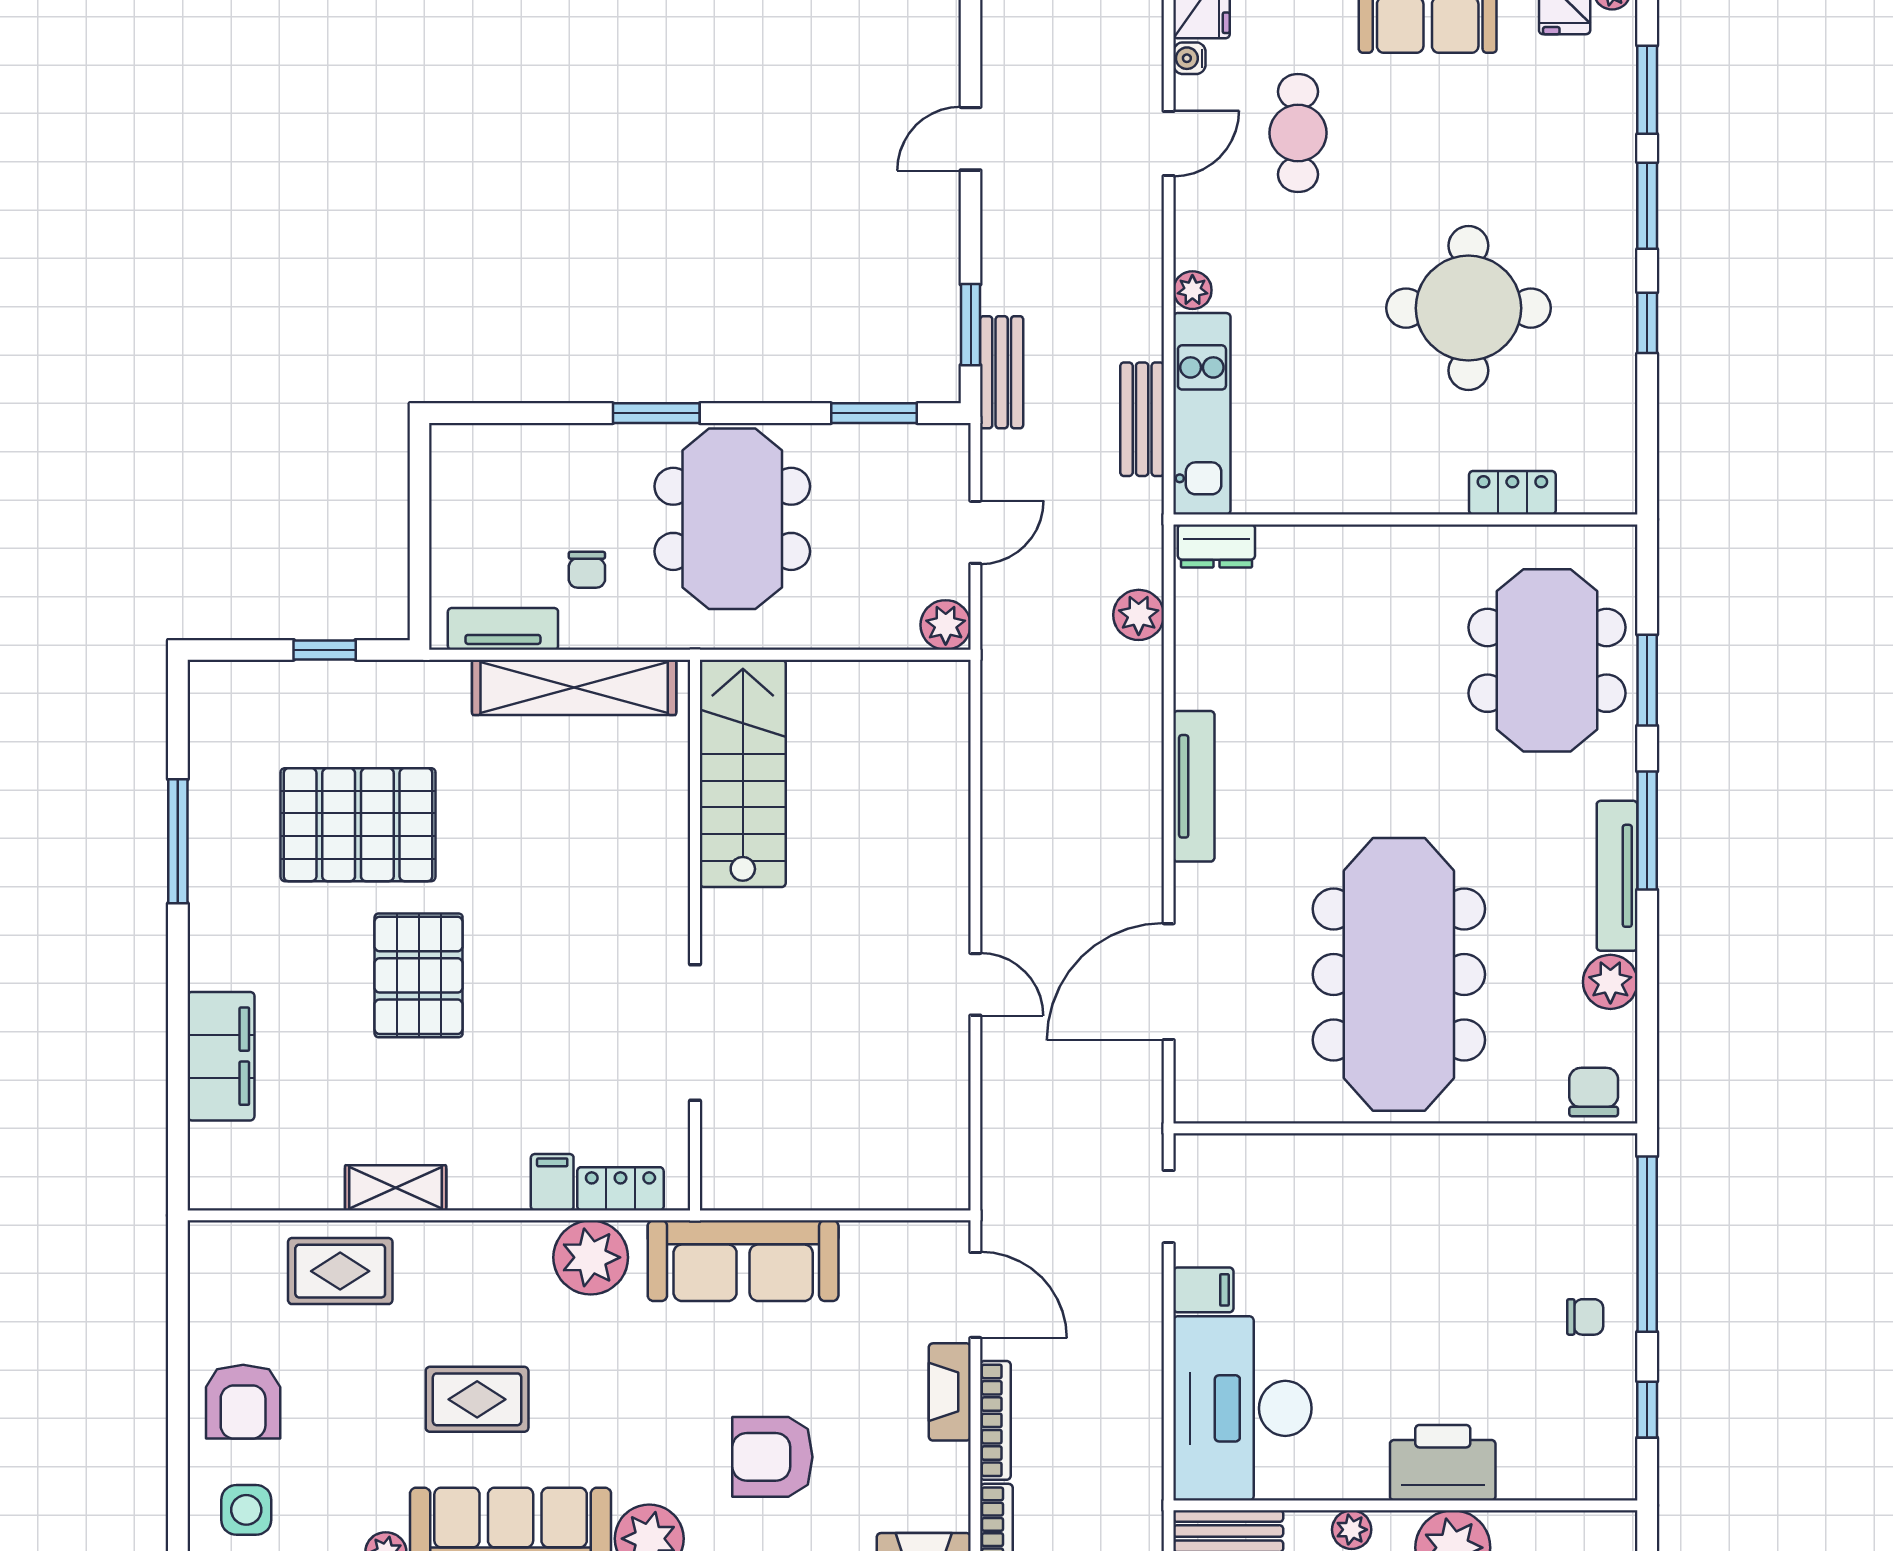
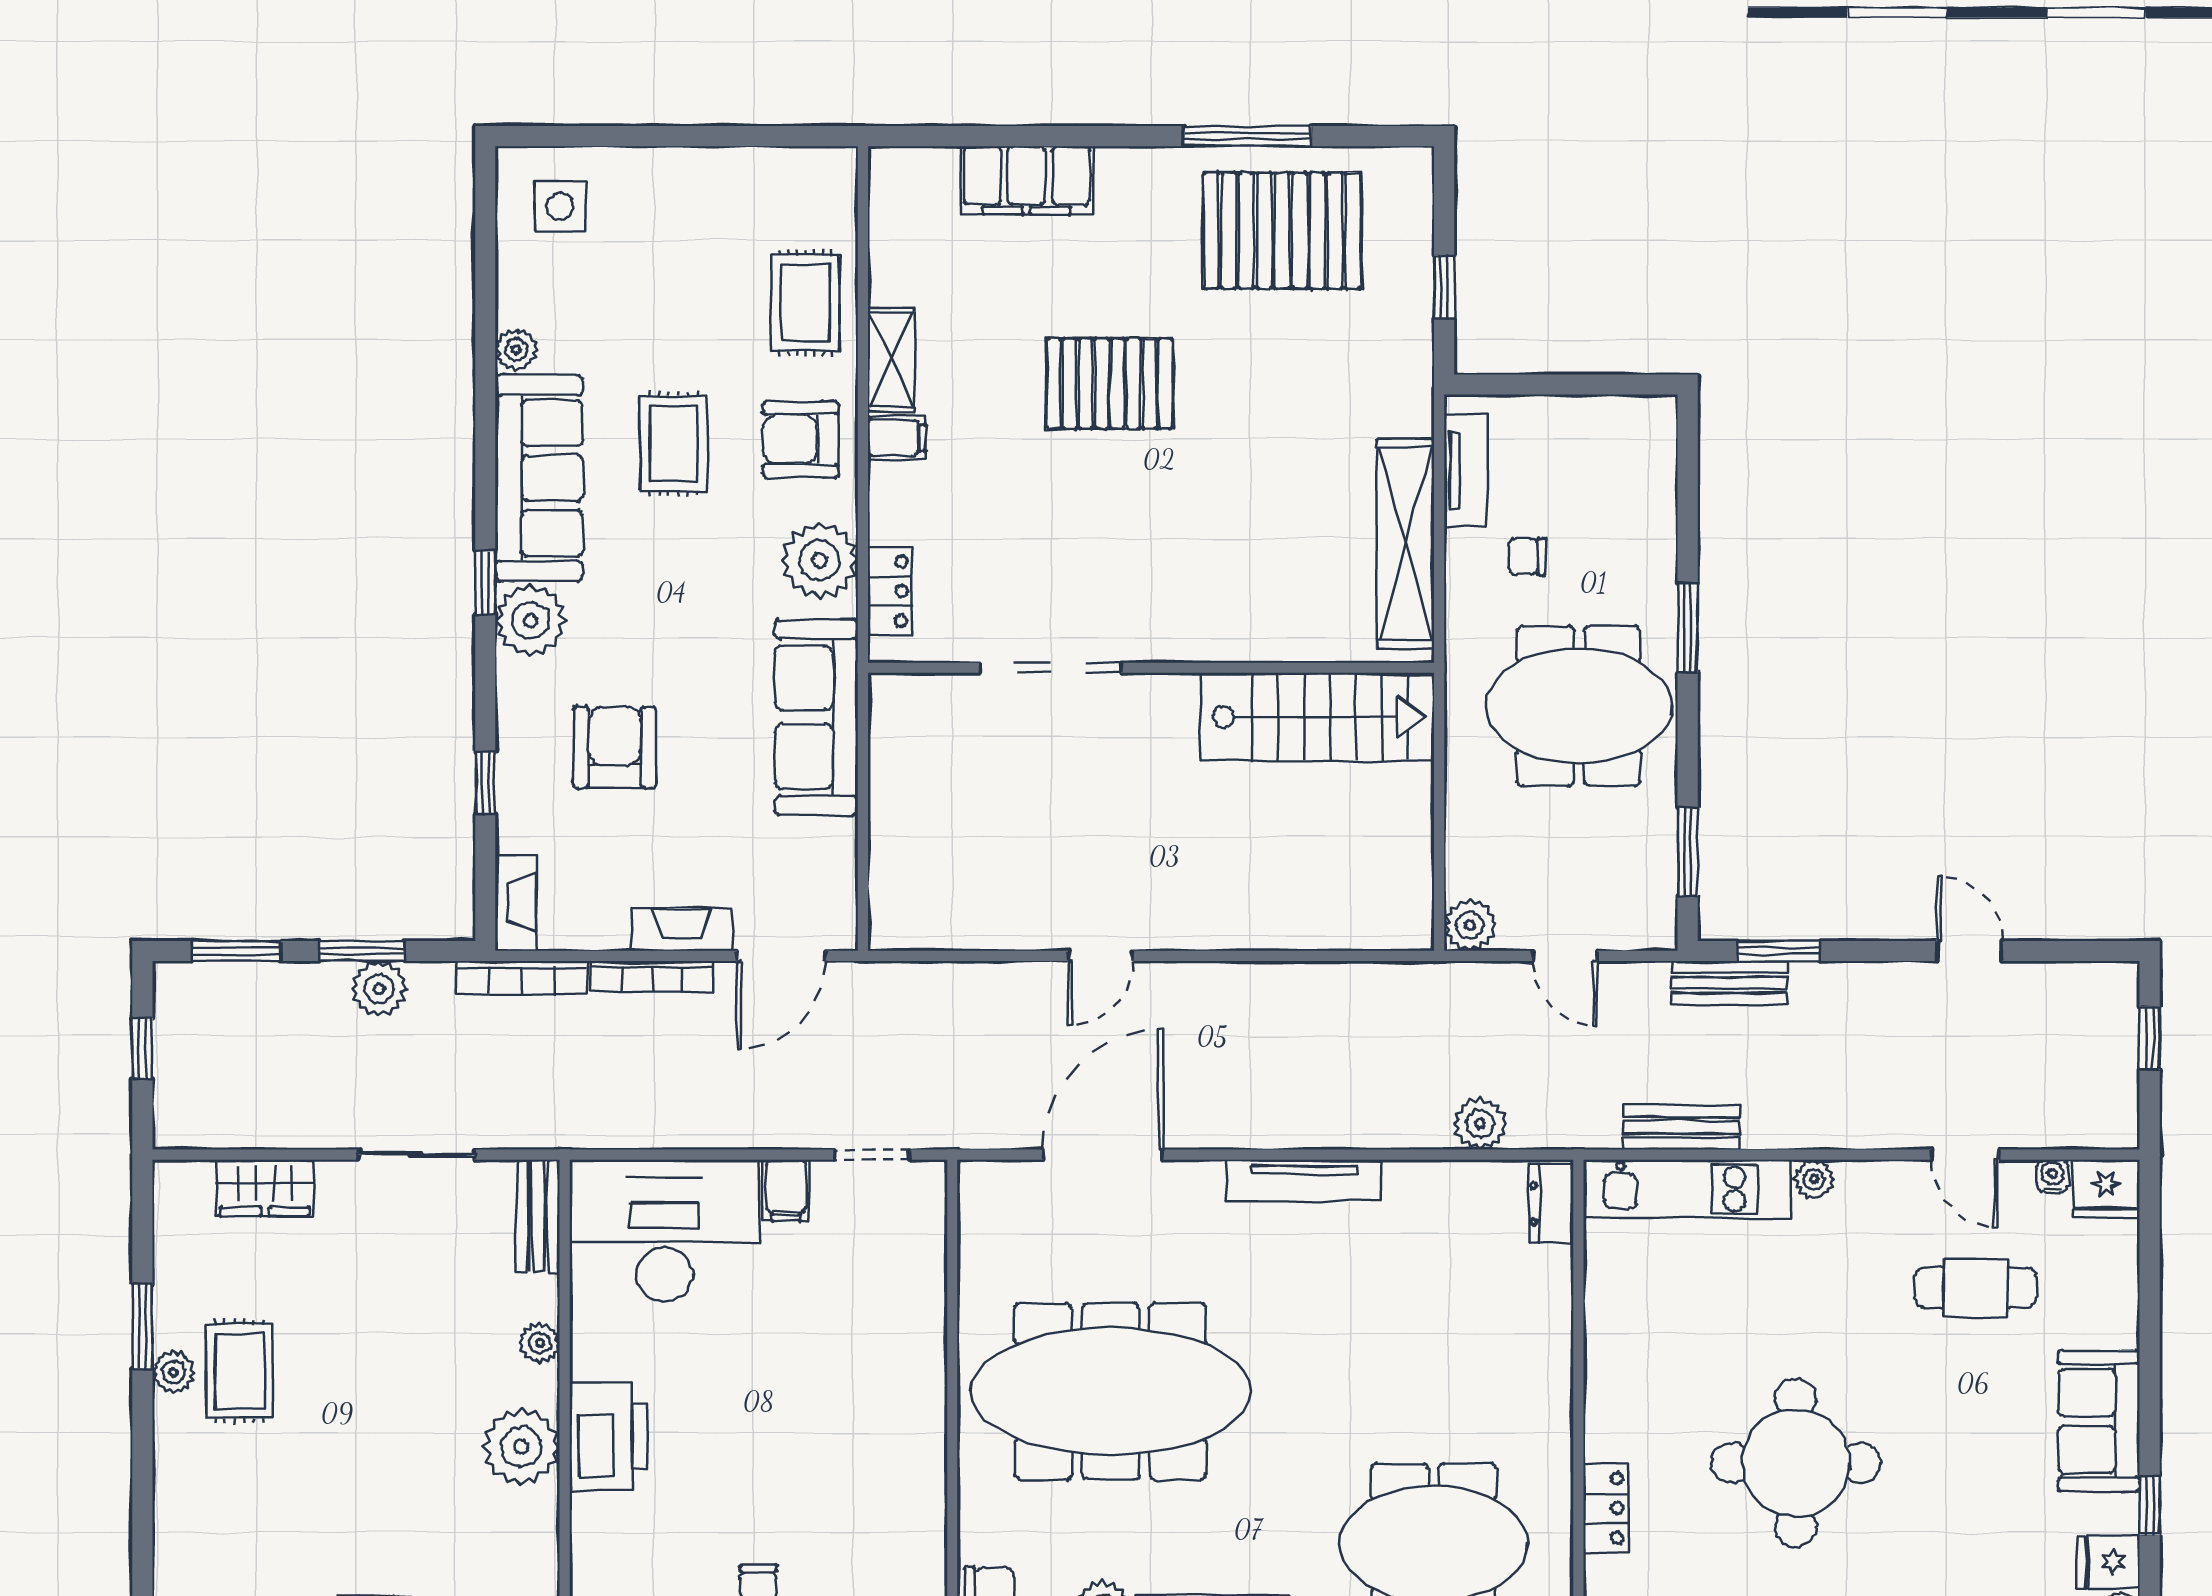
pallet: (358, 825) -> (1282, 231), moved, turned 90
door: (1169, 982) -> (1103, 1155), hinge flipped
filing cabinet: (552, 1182) -> (897, 438), moved
armchair: (243, 1402) -> (801, 439), moved

